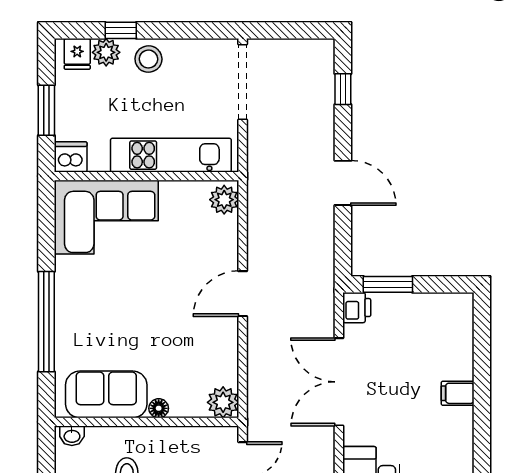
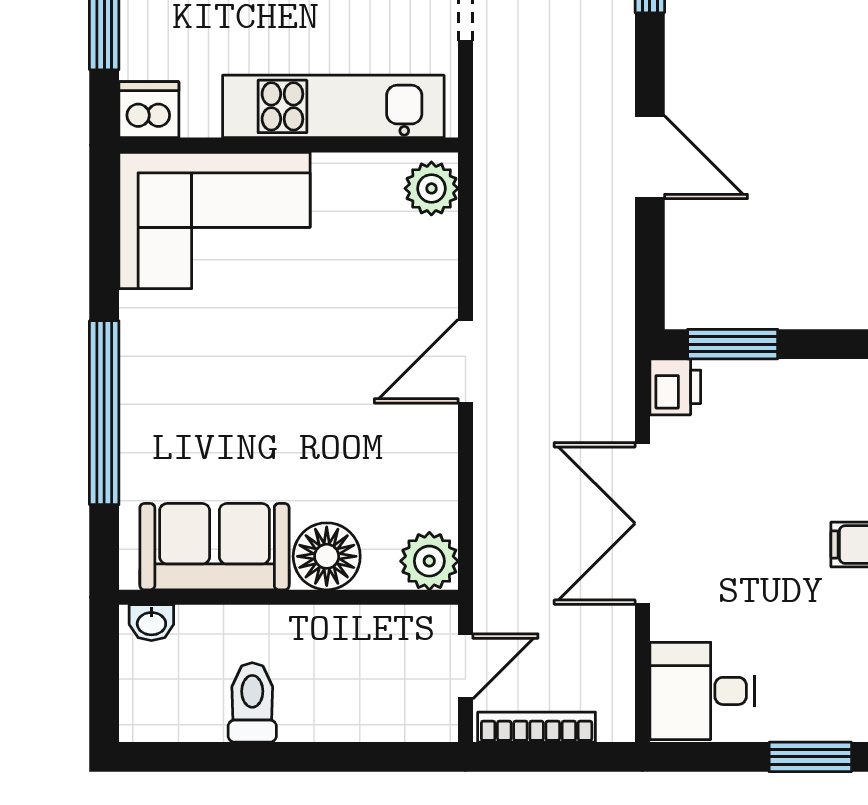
floor lamp: (159, 408) -> (327, 556), width x1.89, depth x1.89

